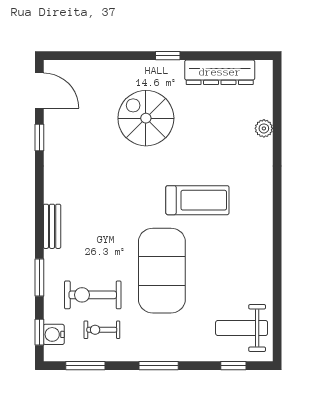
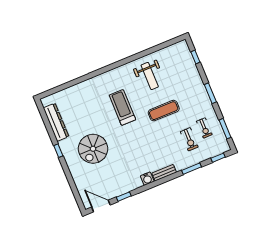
door: (39, 91) -> (101, 206), hinge flipped
plant: (264, 128) -> (74, 90), removed
exercise mat: (162, 271) -> (164, 111), width x0.50, depth x0.69
exercise bike: (93, 295) -> (189, 139), width x0.73, depth x0.72
weight bench: (242, 328) -> (150, 76), moved
water cooler: (54, 334) -> (147, 179), moved

